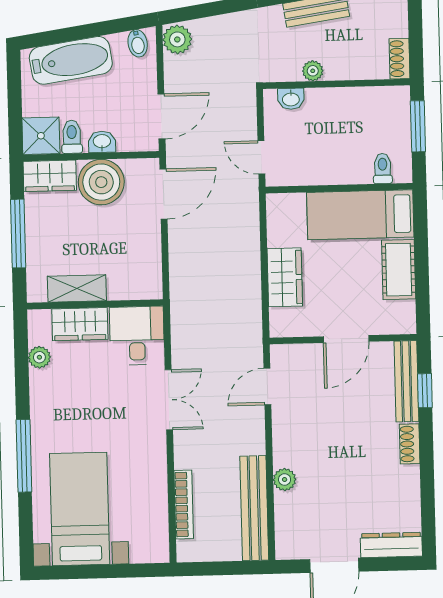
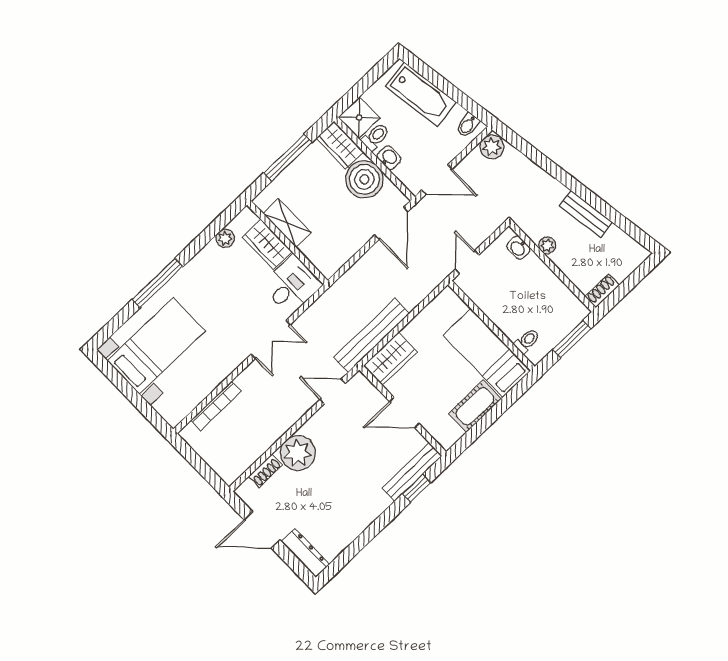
door: (163, 194) -> (391, 223), hinge flipped
wardrobe: (285, 277) -> (391, 358), moved
shoe rack: (410, 444) -> (265, 471), moved, turned 180
plant: (285, 479) -> (298, 453), width x1.87, depth x1.87
bench: (254, 508) -> (372, 336), moved

